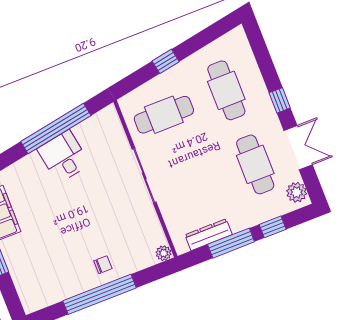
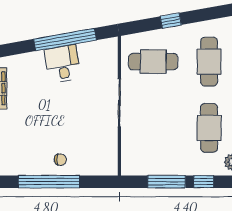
dresser: (209, 235) -> (152, 168), removed
plant: (164, 253) -> (111, 169), removed

